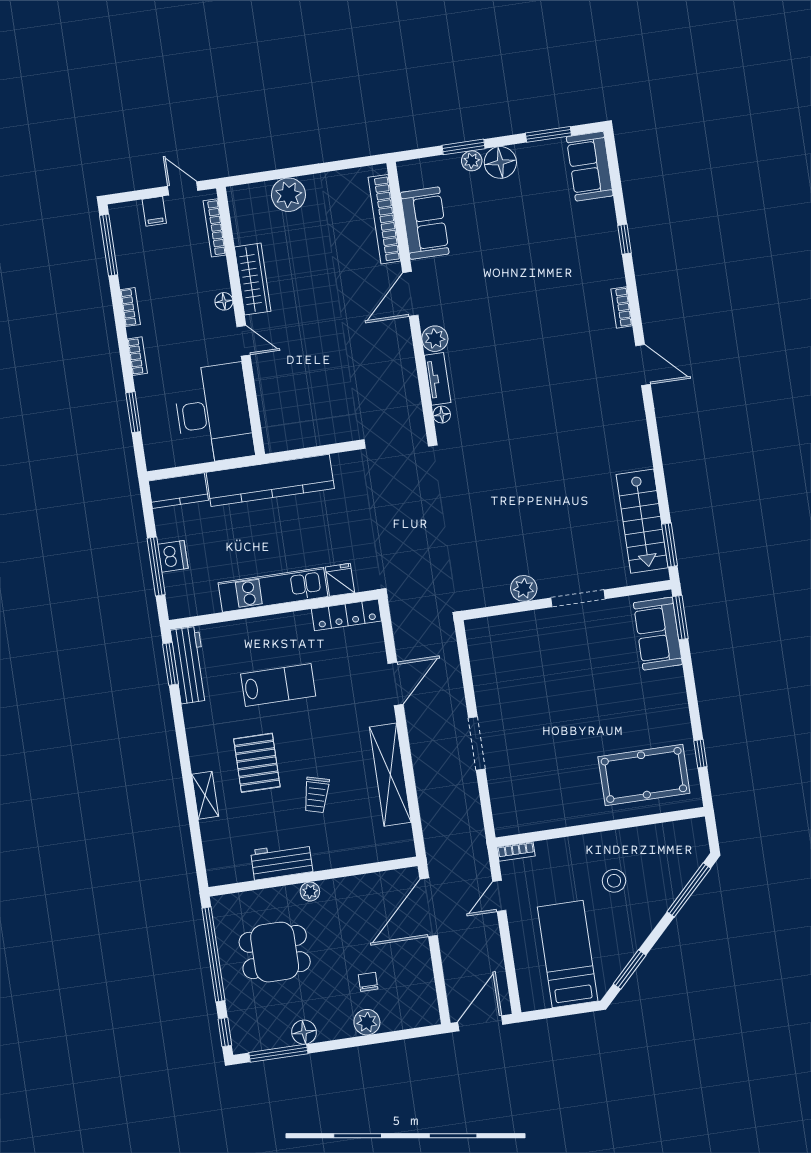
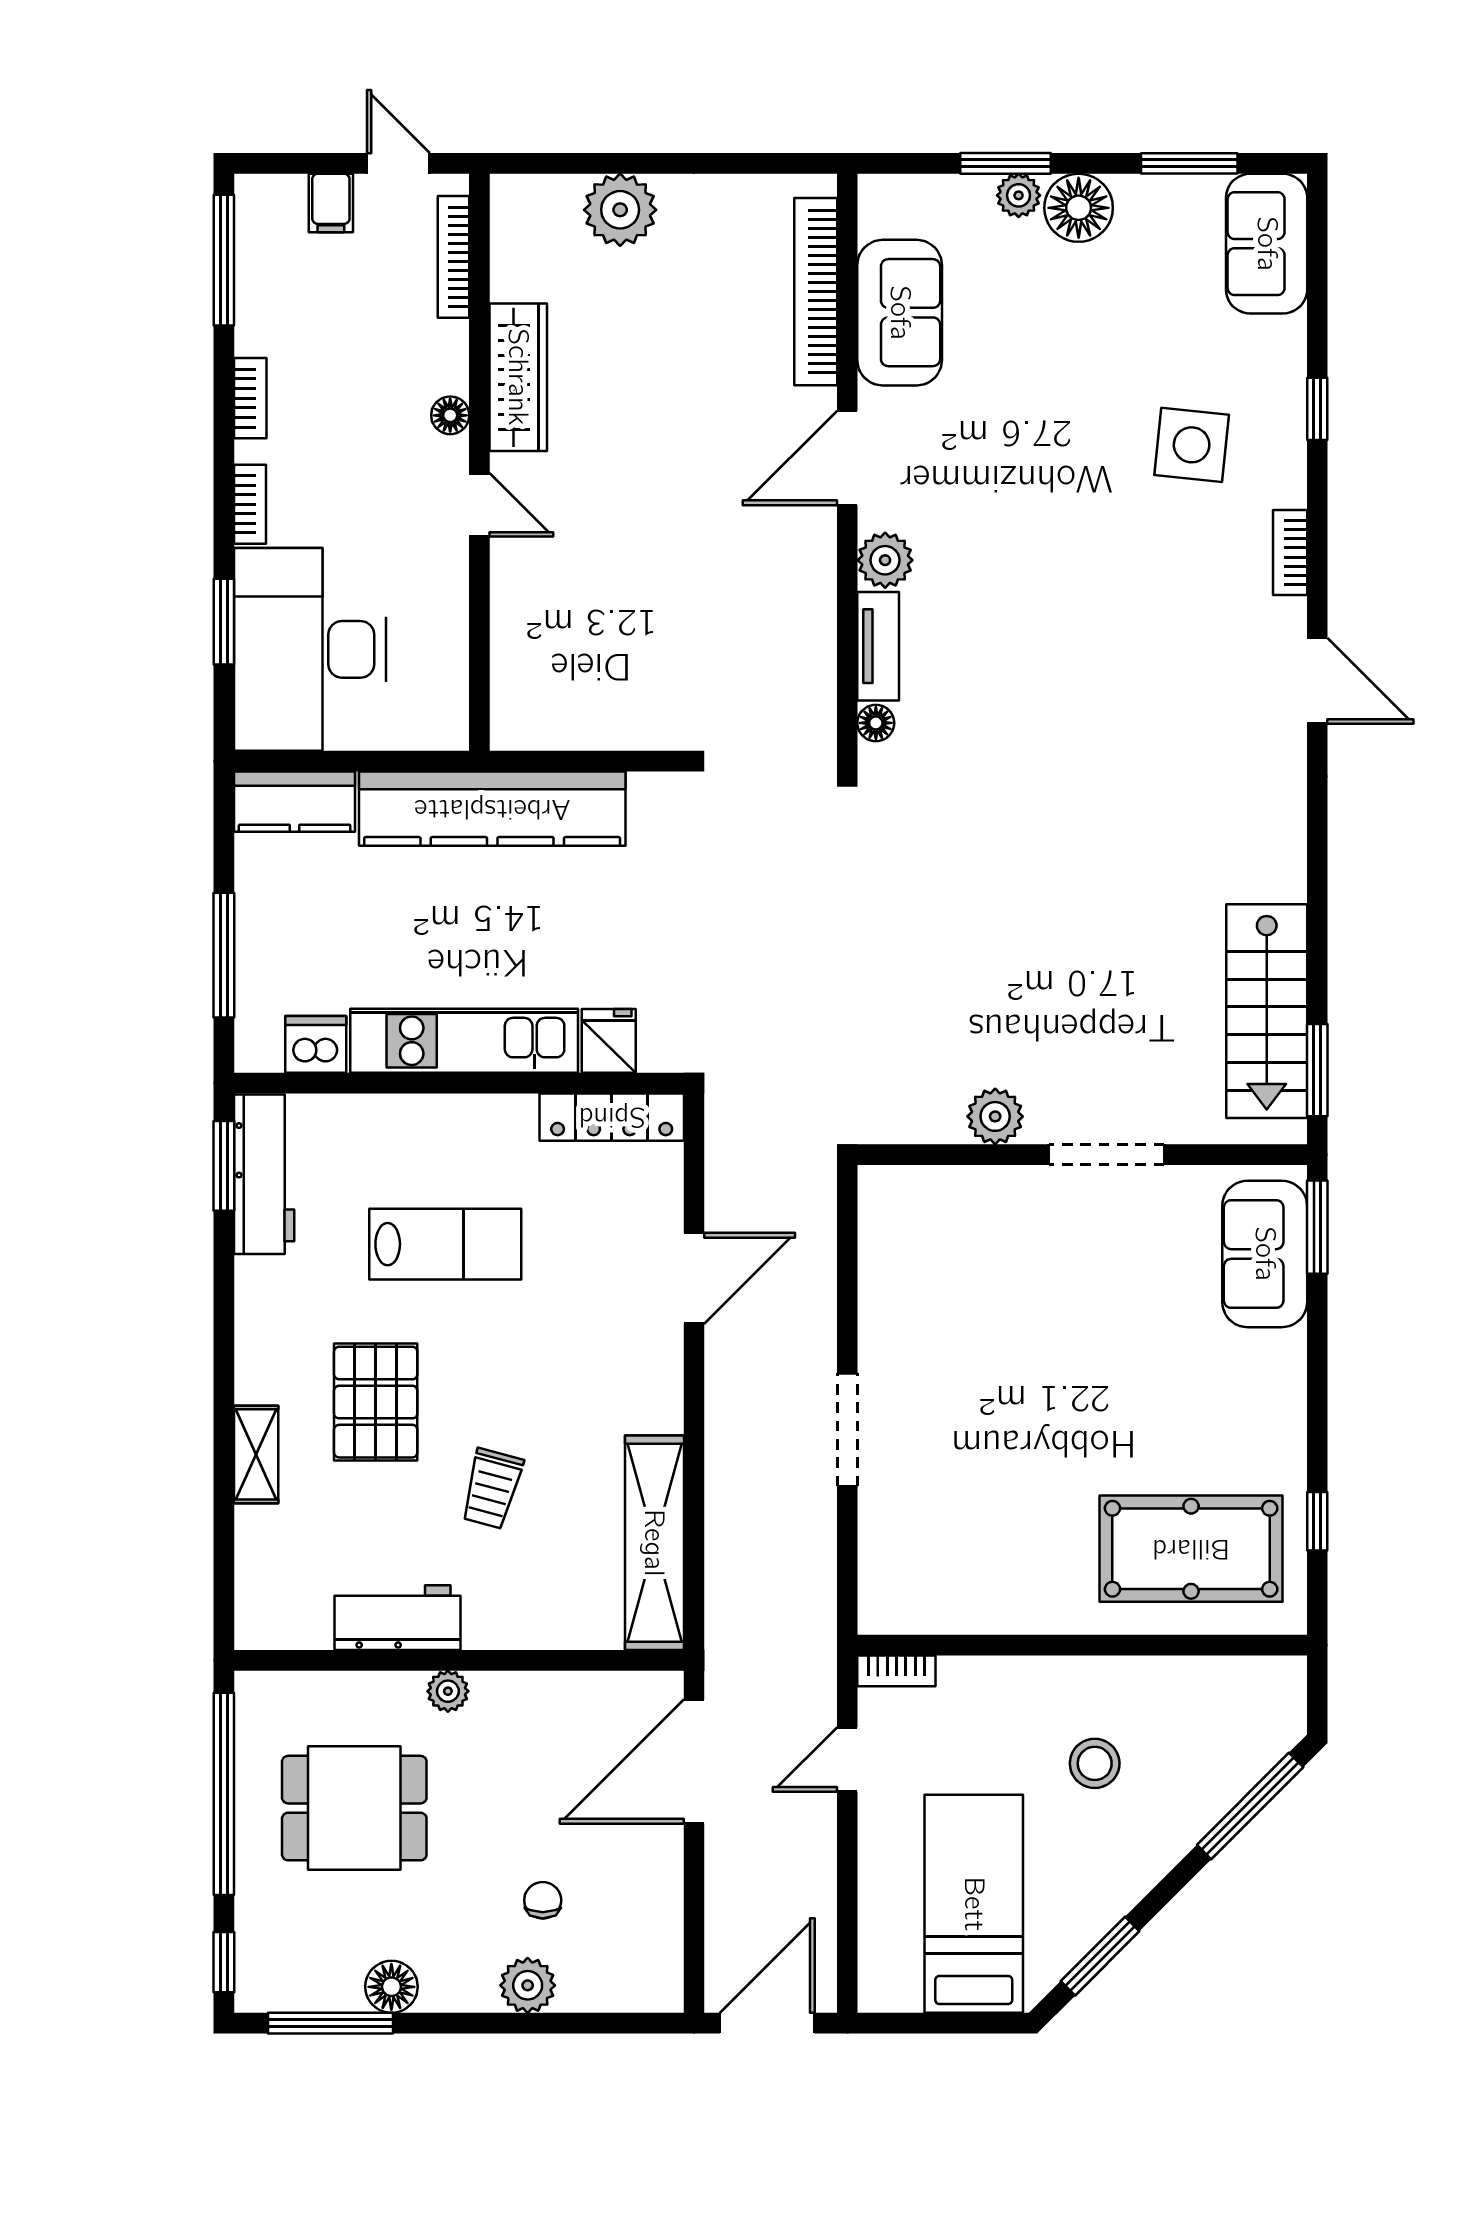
side table: (569, 264) -> (1192, 445), added
desk: (213, 414) -> (310, 649), moved, turned 180
dishwasher: (173, 556) -> (316, 1044), moved, turned -90
shelving: (390, 775) -> (654, 1543), moved

